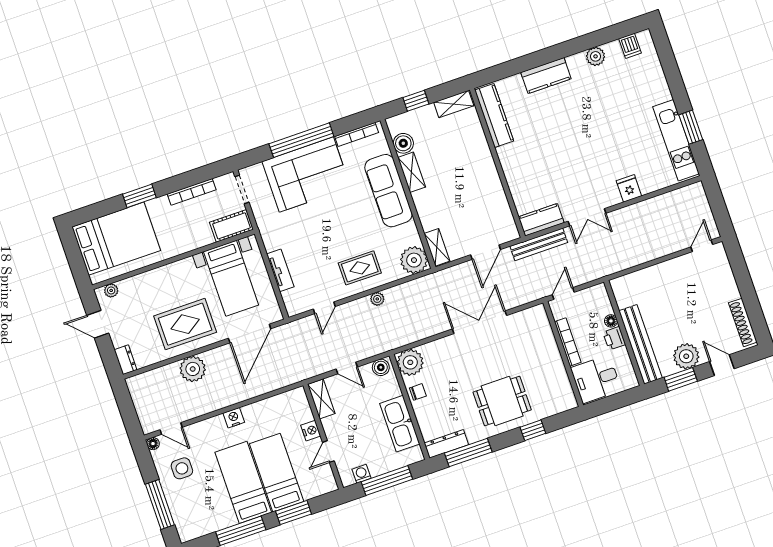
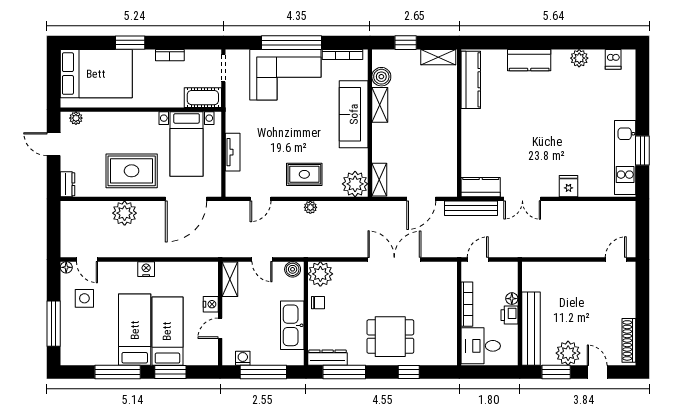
bookcase: (192, 192) -> (170, 55), width x0.64

